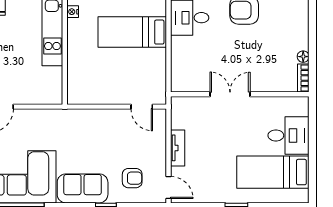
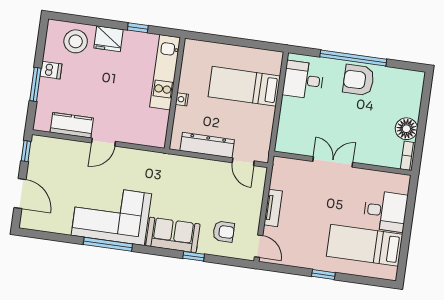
nightstand: (73, 12) -> (182, 99), moved
floor lamp: (303, 57) -> (406, 129), width x1.89, depth x1.89
dresser: (104, 95) -> (207, 145), added

